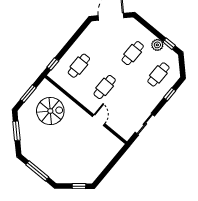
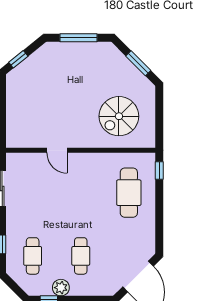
cafe table: (79, 66) -> (129, 193), width x1.37, depth x1.35
cafe table: (105, 87) -> (81, 193), removed
window: (28, 94) -> (159, 115), removed

